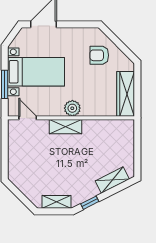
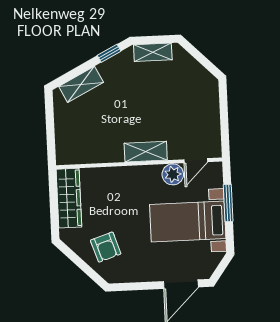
armchair: (99, 55) -> (106, 247), turned 72
plant: (72, 108) -> (173, 174), moved
door: (28, 118) -> (196, 161), hinge flipped

